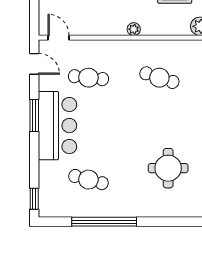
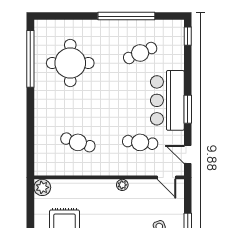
plant: (134, 29) -> (122, 185), moved
round table: (168, 168) -> (70, 63), width x1.36, depth x1.36
cafe table: (88, 180) -> (140, 53), turned -39

